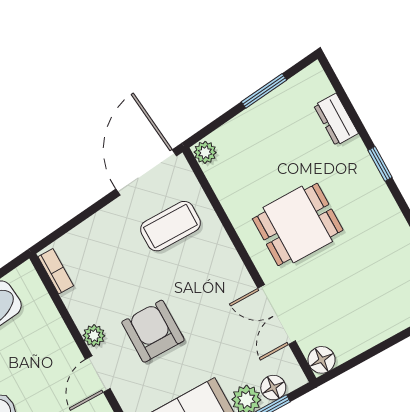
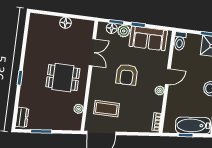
dresser: (336, 119) -> (22, 117), moved
plant: (205, 152) -> (79, 109), moved
armchair: (153, 331) -> (127, 75), moved
floor lamp: (322, 360) -> (65, 23), moved

